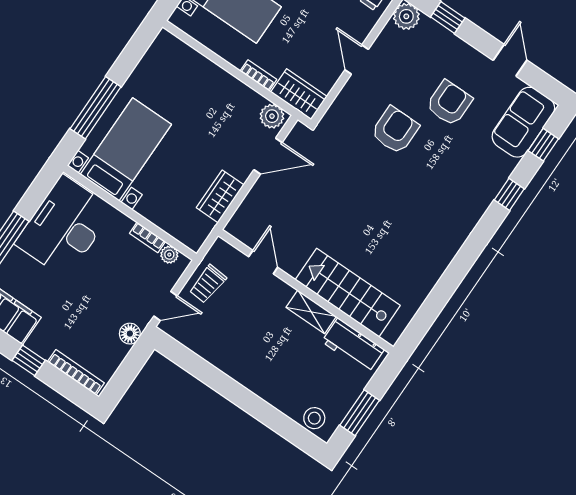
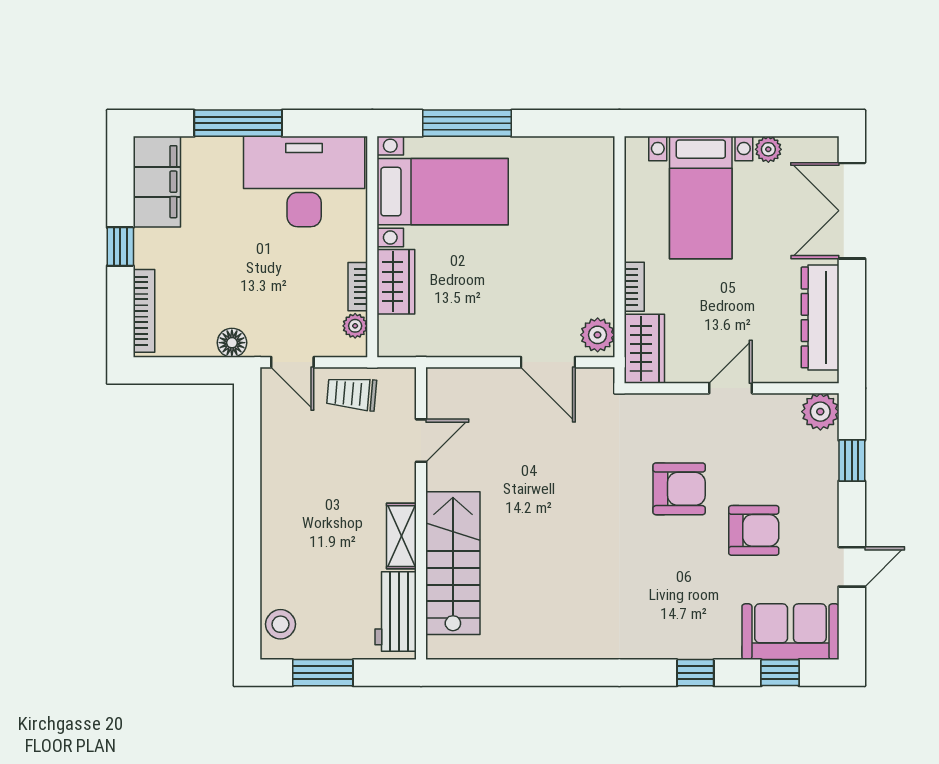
wardrobe: (220, 196) -> (396, 282), moved, turned 90

